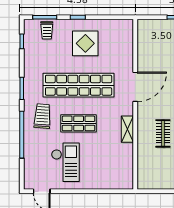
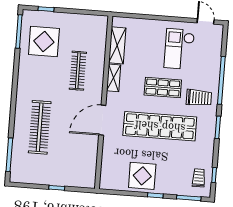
trolley: (47, 30) -> (199, 178), moved
display table: (85, 43) -> (142, 176), moved
trolley: (42, 116) -> (199, 98), turned -94
clothes rail: (163, 133) -> (78, 71), width x1.36
shelving: (126, 161) -> (117, 45), added

